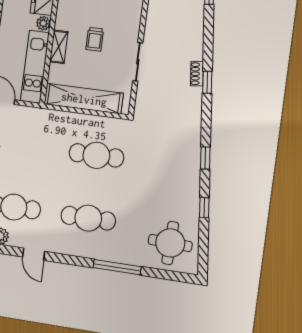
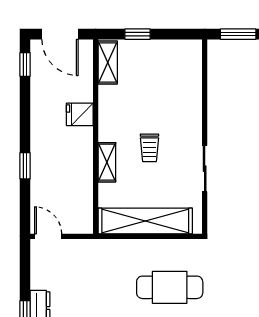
plant: (43, 23) -> (84, 136), removed
kitchen unit: (35, 67) -> (81, 190), removed

